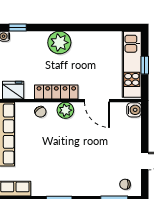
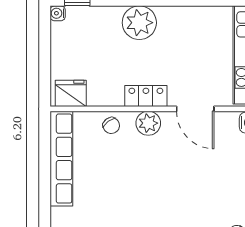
locker: (56, 92) -> (146, 96), width x0.66

